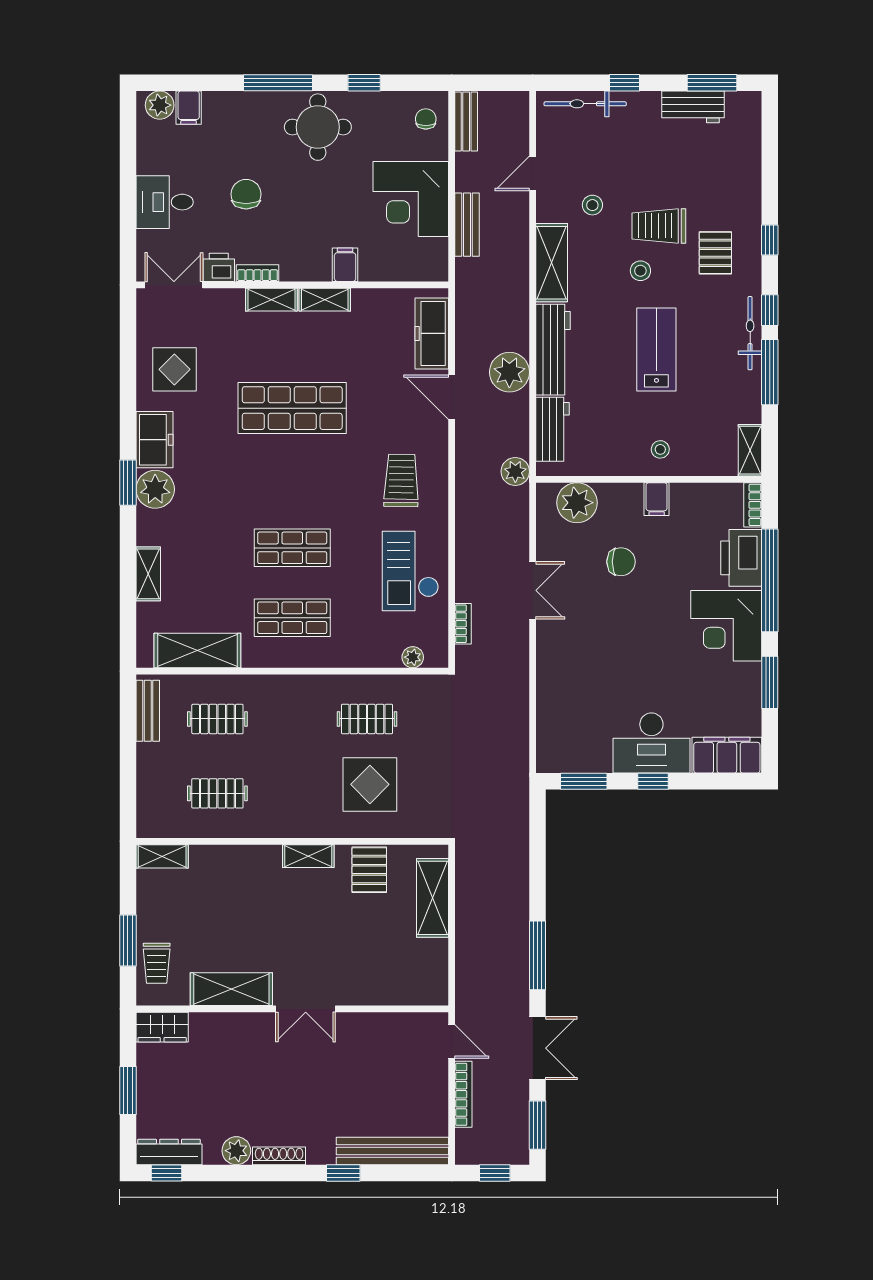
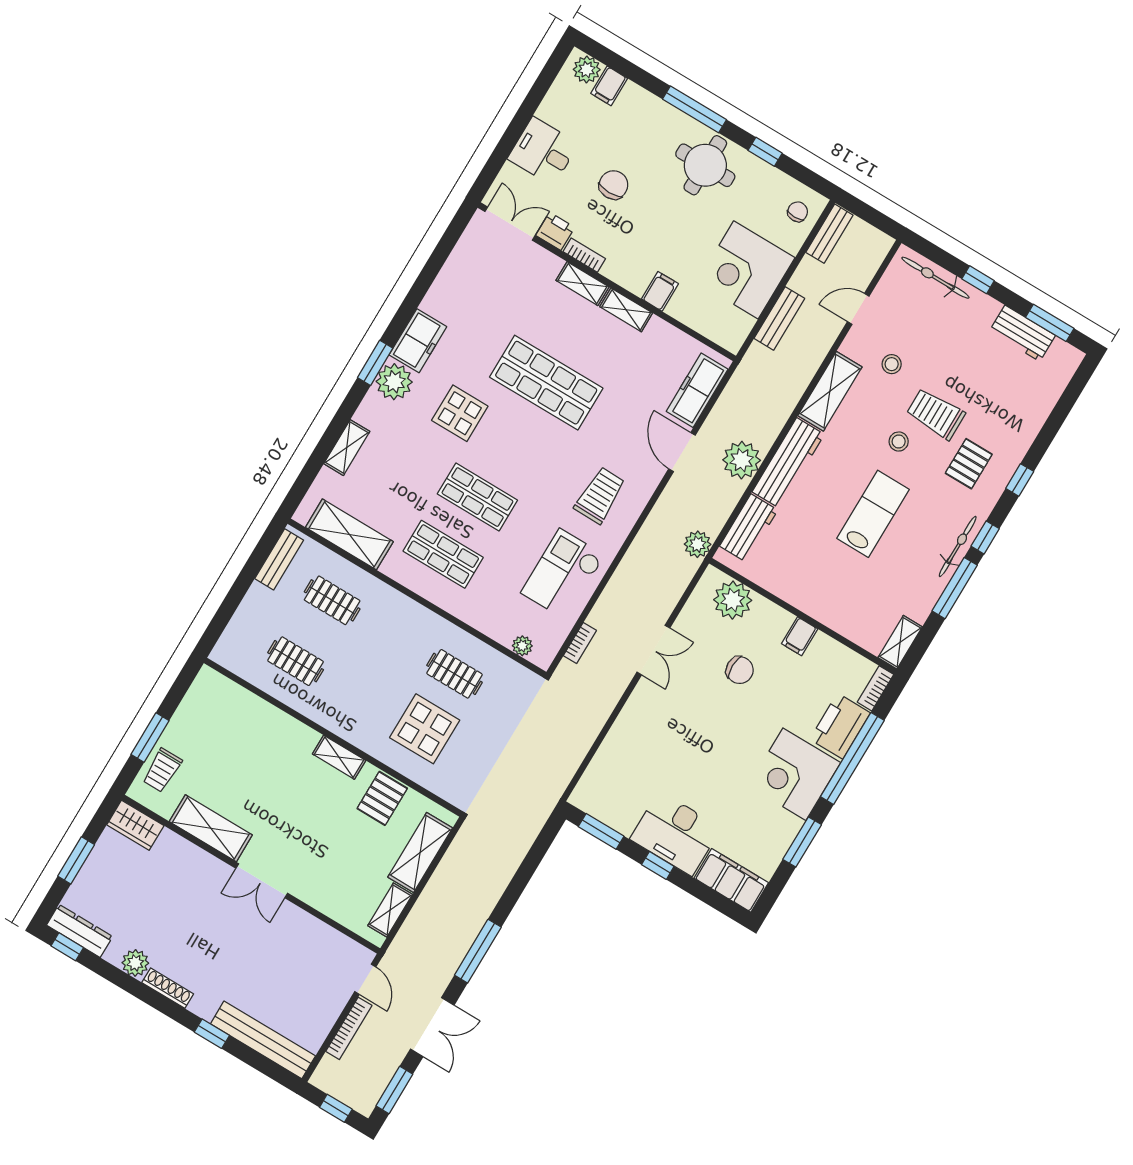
display table: (174, 369) -> (460, 413), moved
stool: (660, 449) -> (827, 597), removed
shelving: (162, 856) -> (390, 910), moved, turned 90

